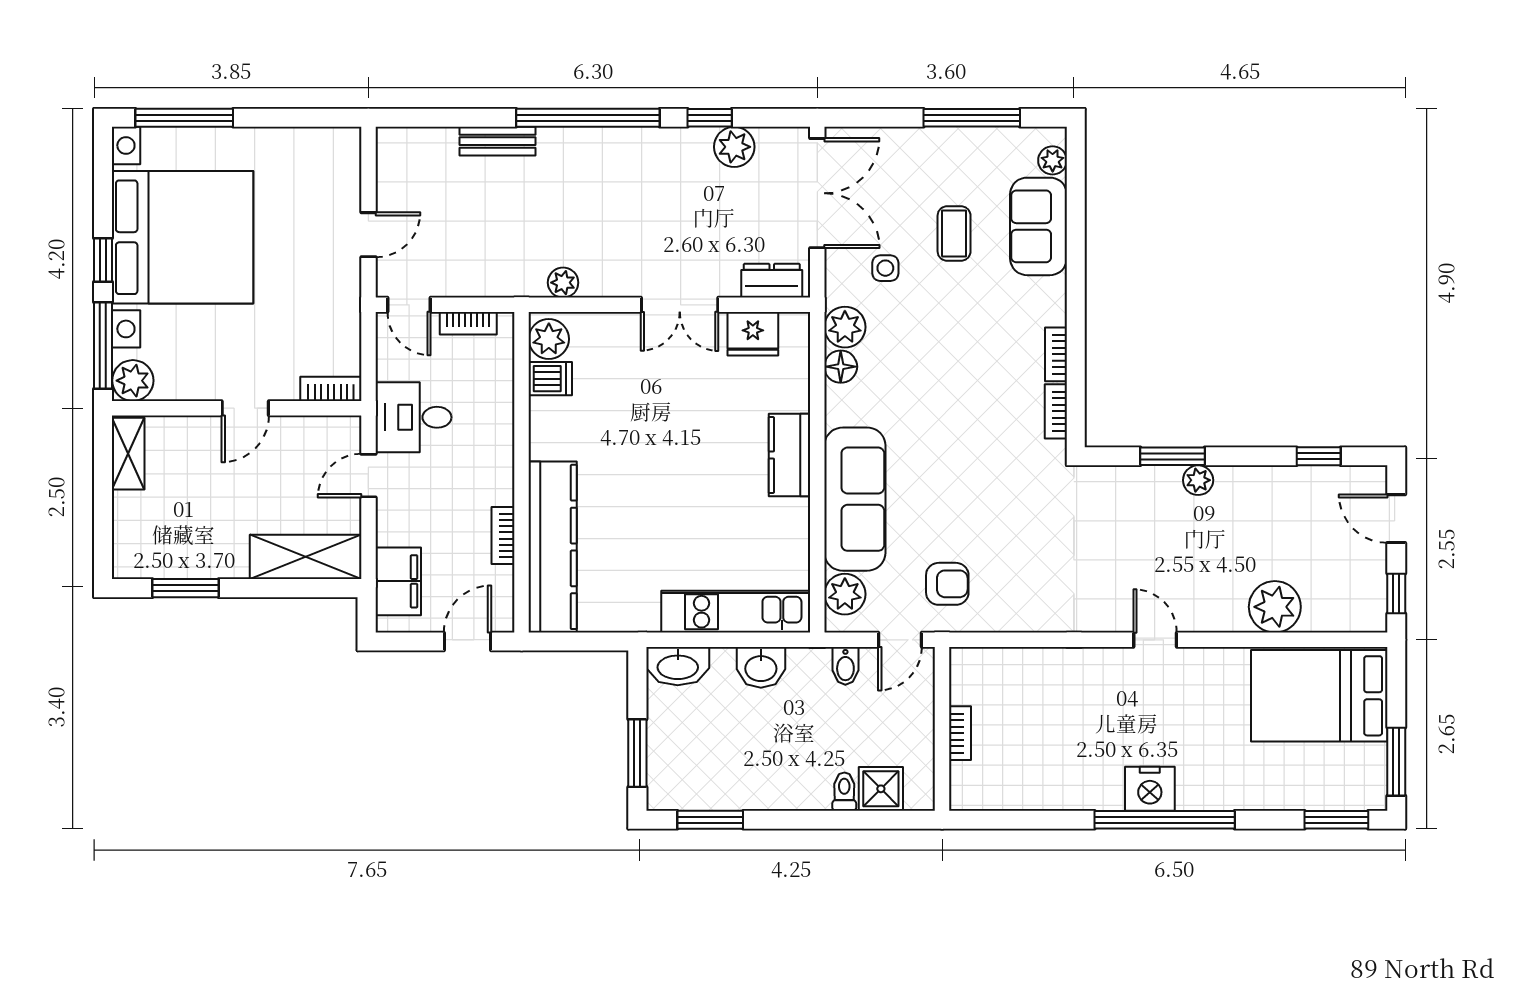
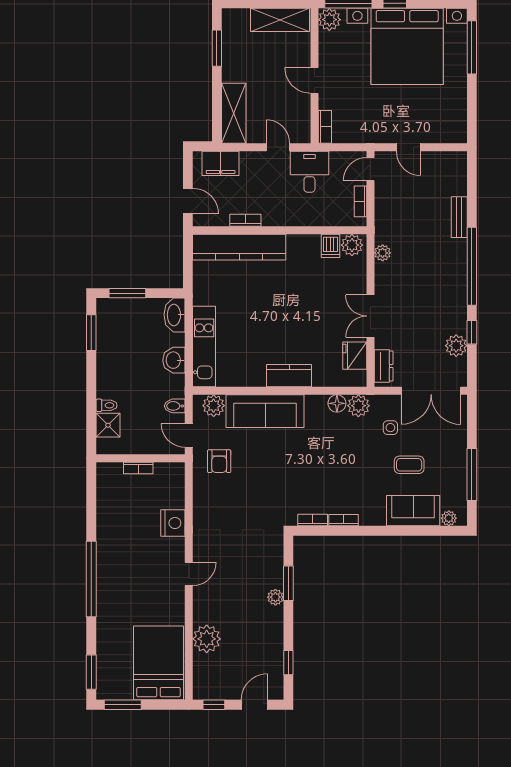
shelving: (128, 454) -> (280, 20), width x1.50, depth x1.33
nightstand: (1150, 789) -> (173, 523), moved, turned 180

